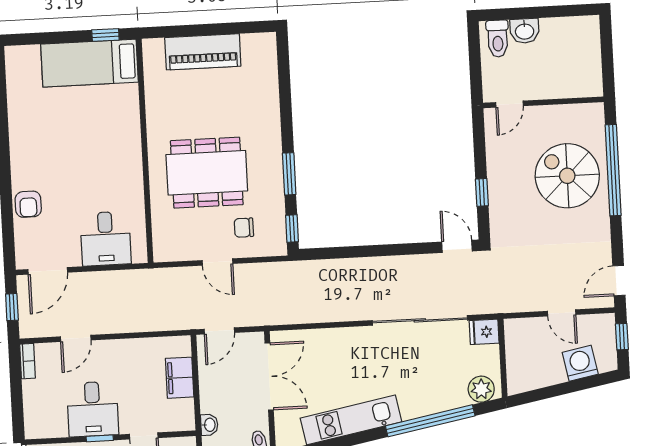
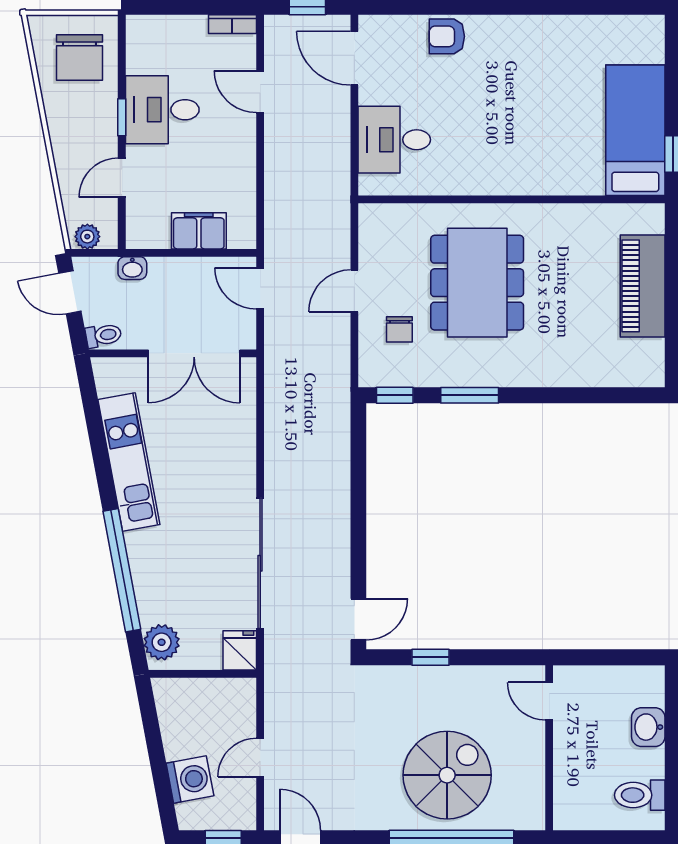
toilet: (498, 39) -> (640, 795), moved
chair: (244, 228) -> (399, 329), turned 180

